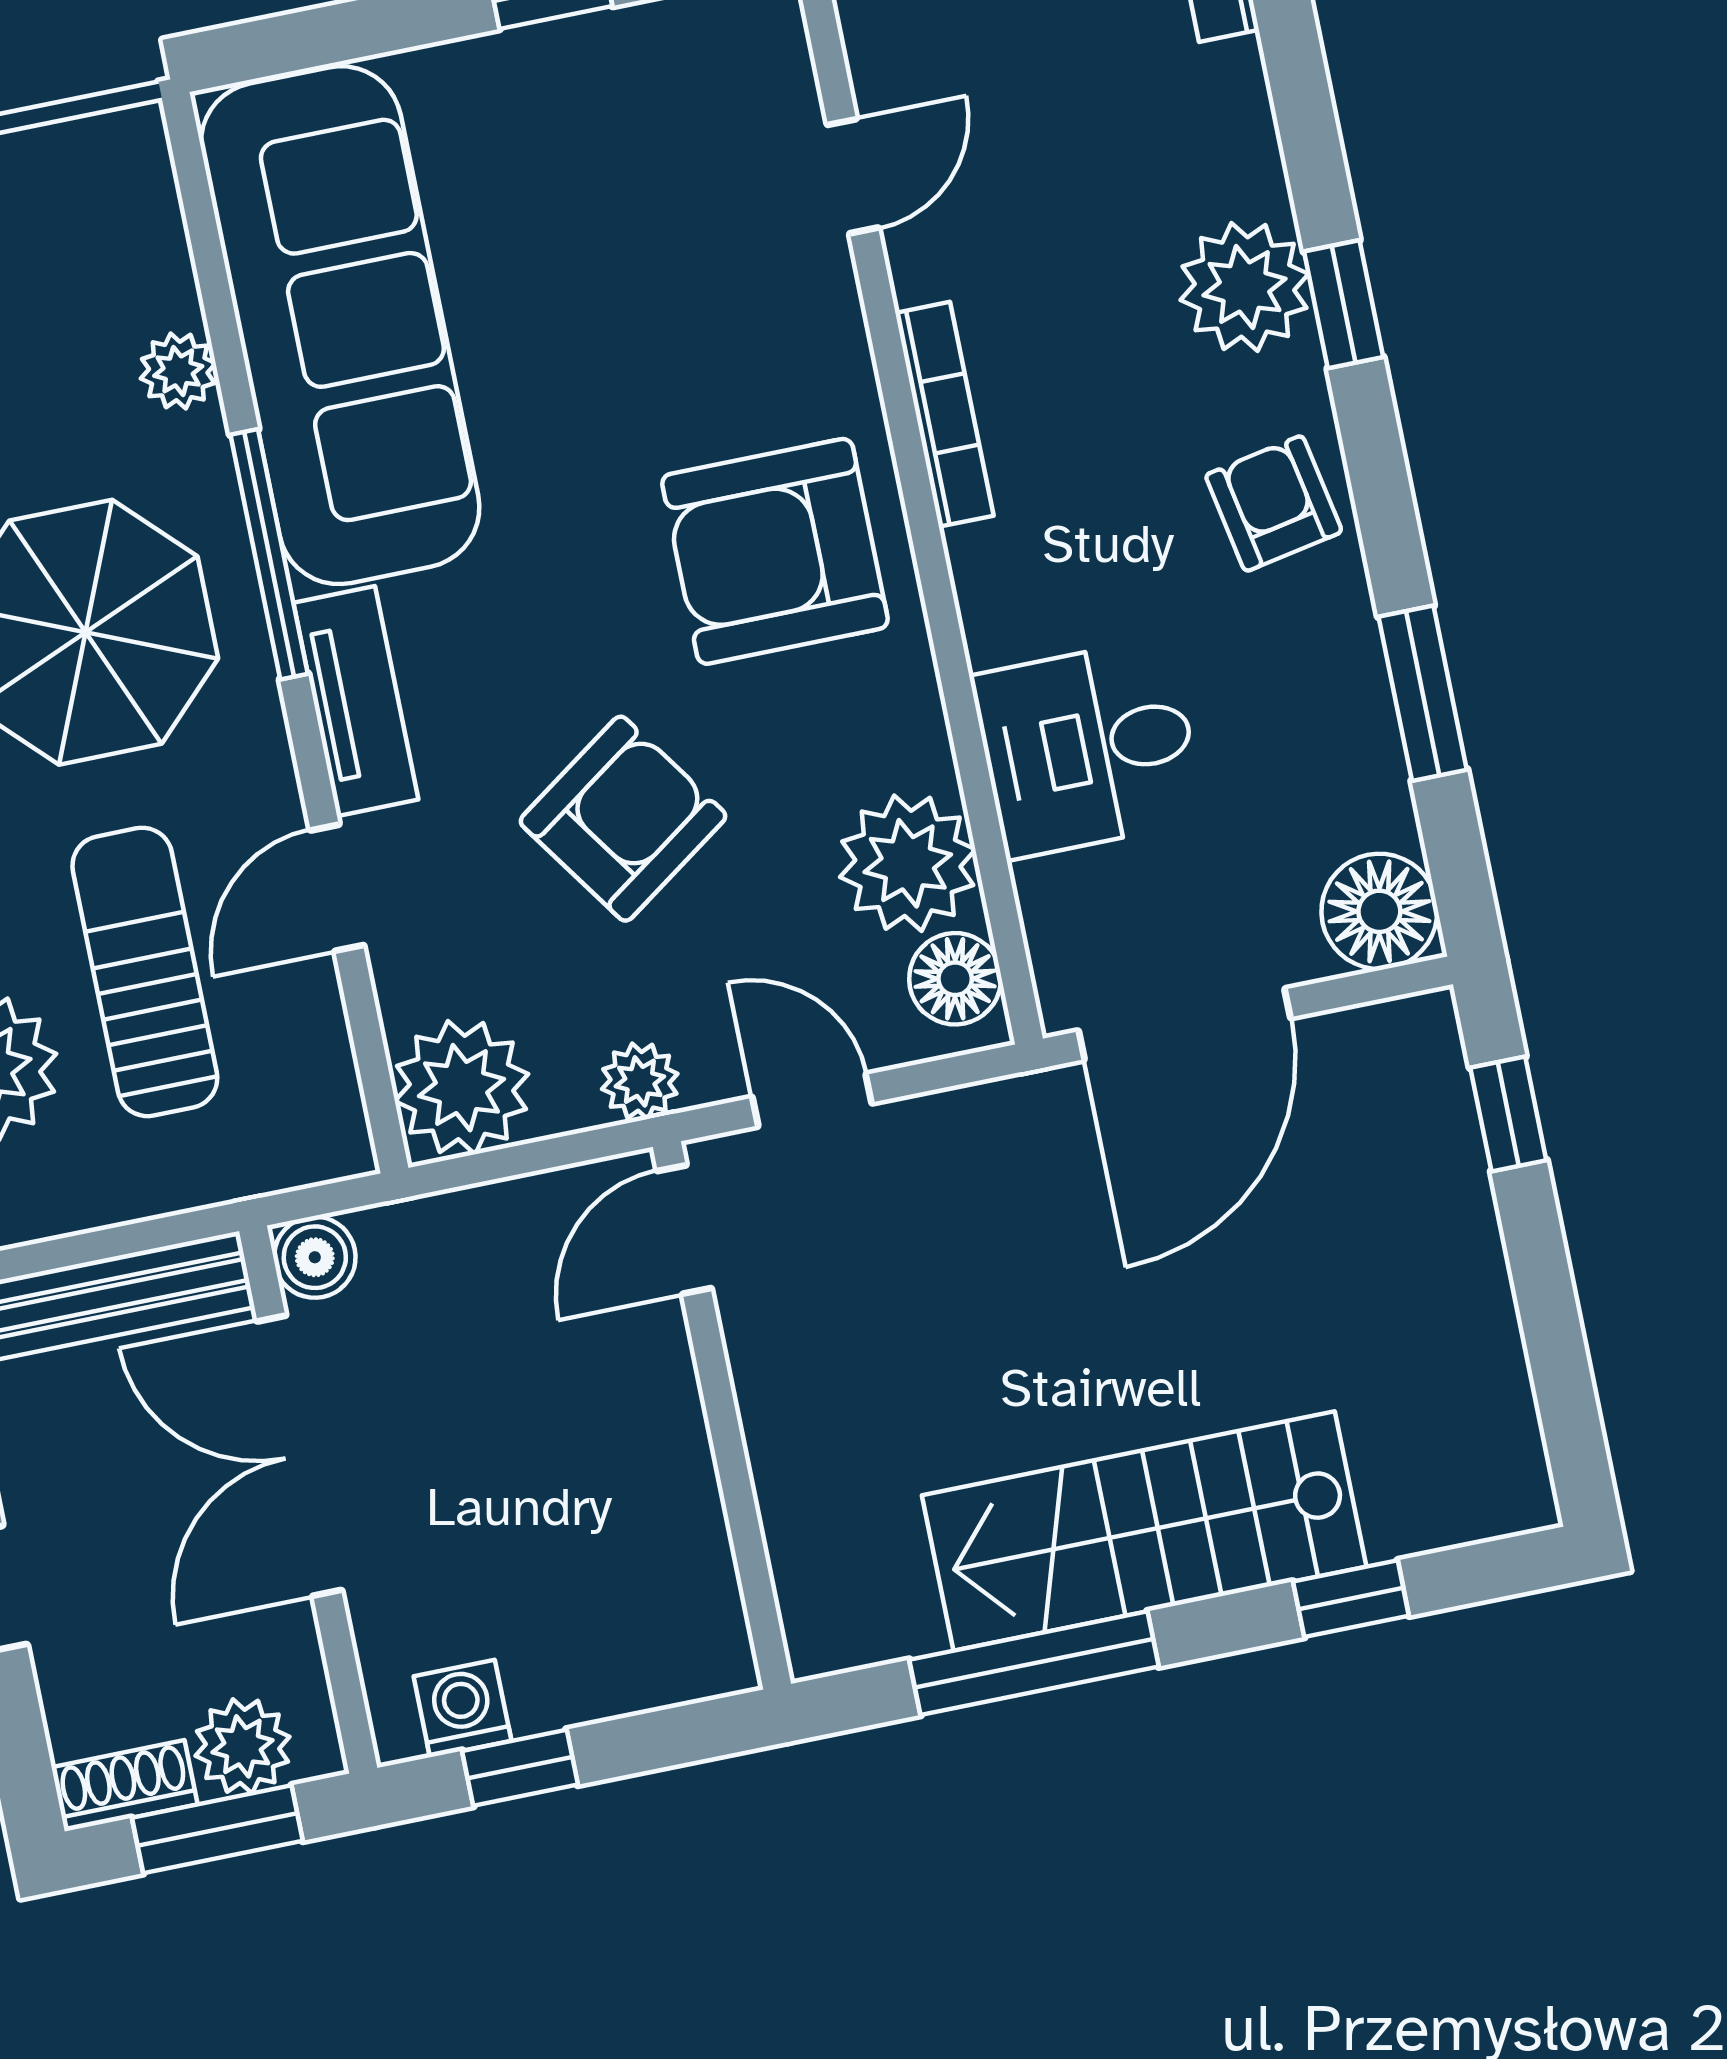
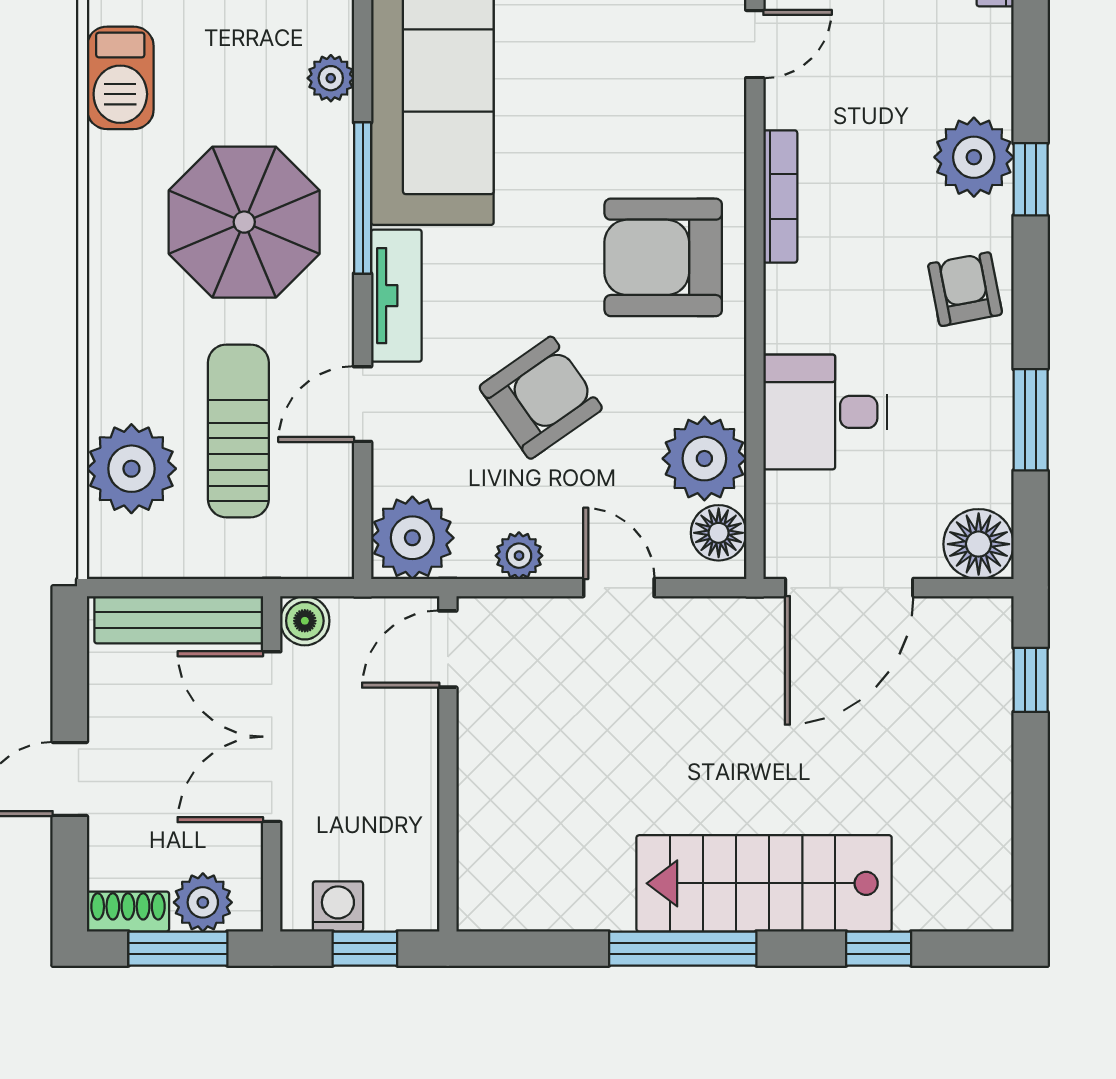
door: (684, 1230) -> (448, 649), moved
wall: (722, 1415) -> (448, 764), moved

